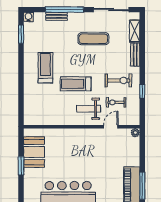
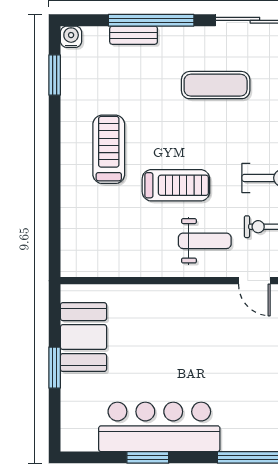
treadmill: (76, 84) -> (176, 185), turned 180
weight bench: (89, 109) -> (205, 241), turned 180
door: (111, 127) -> (254, 281), swing flipped

